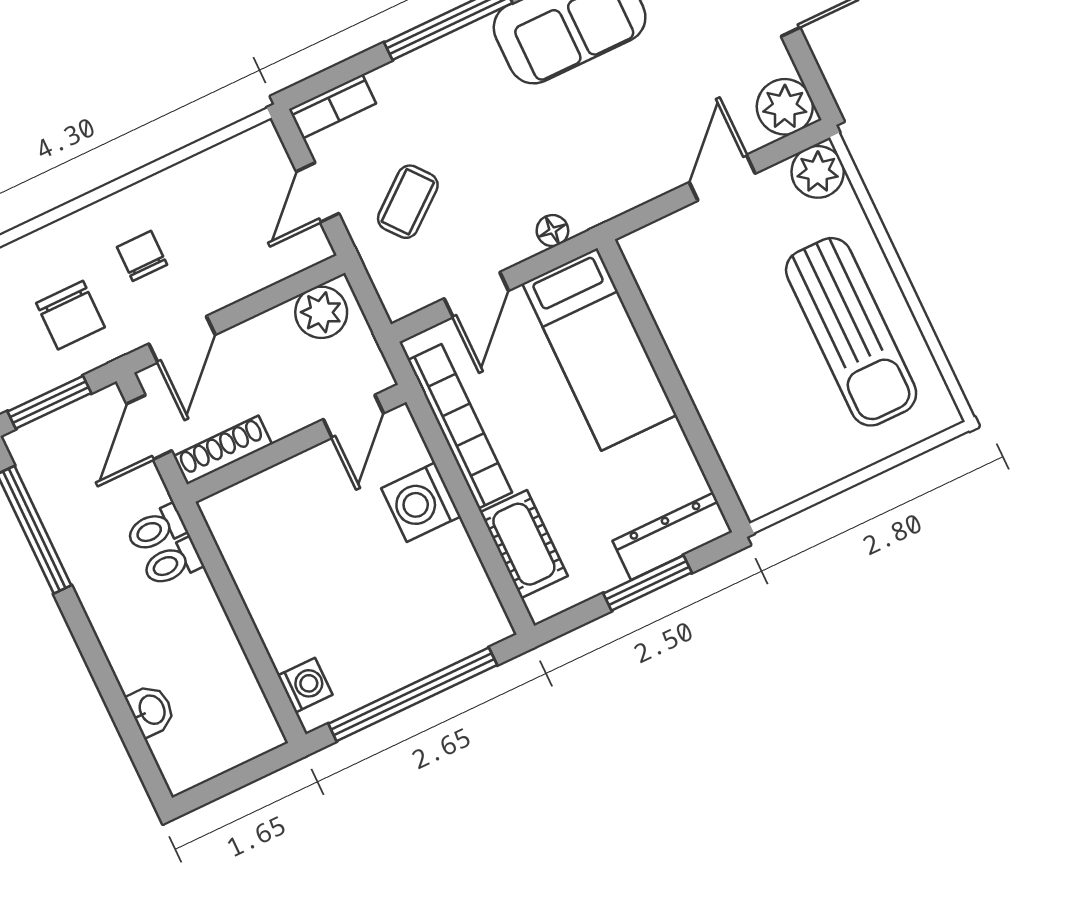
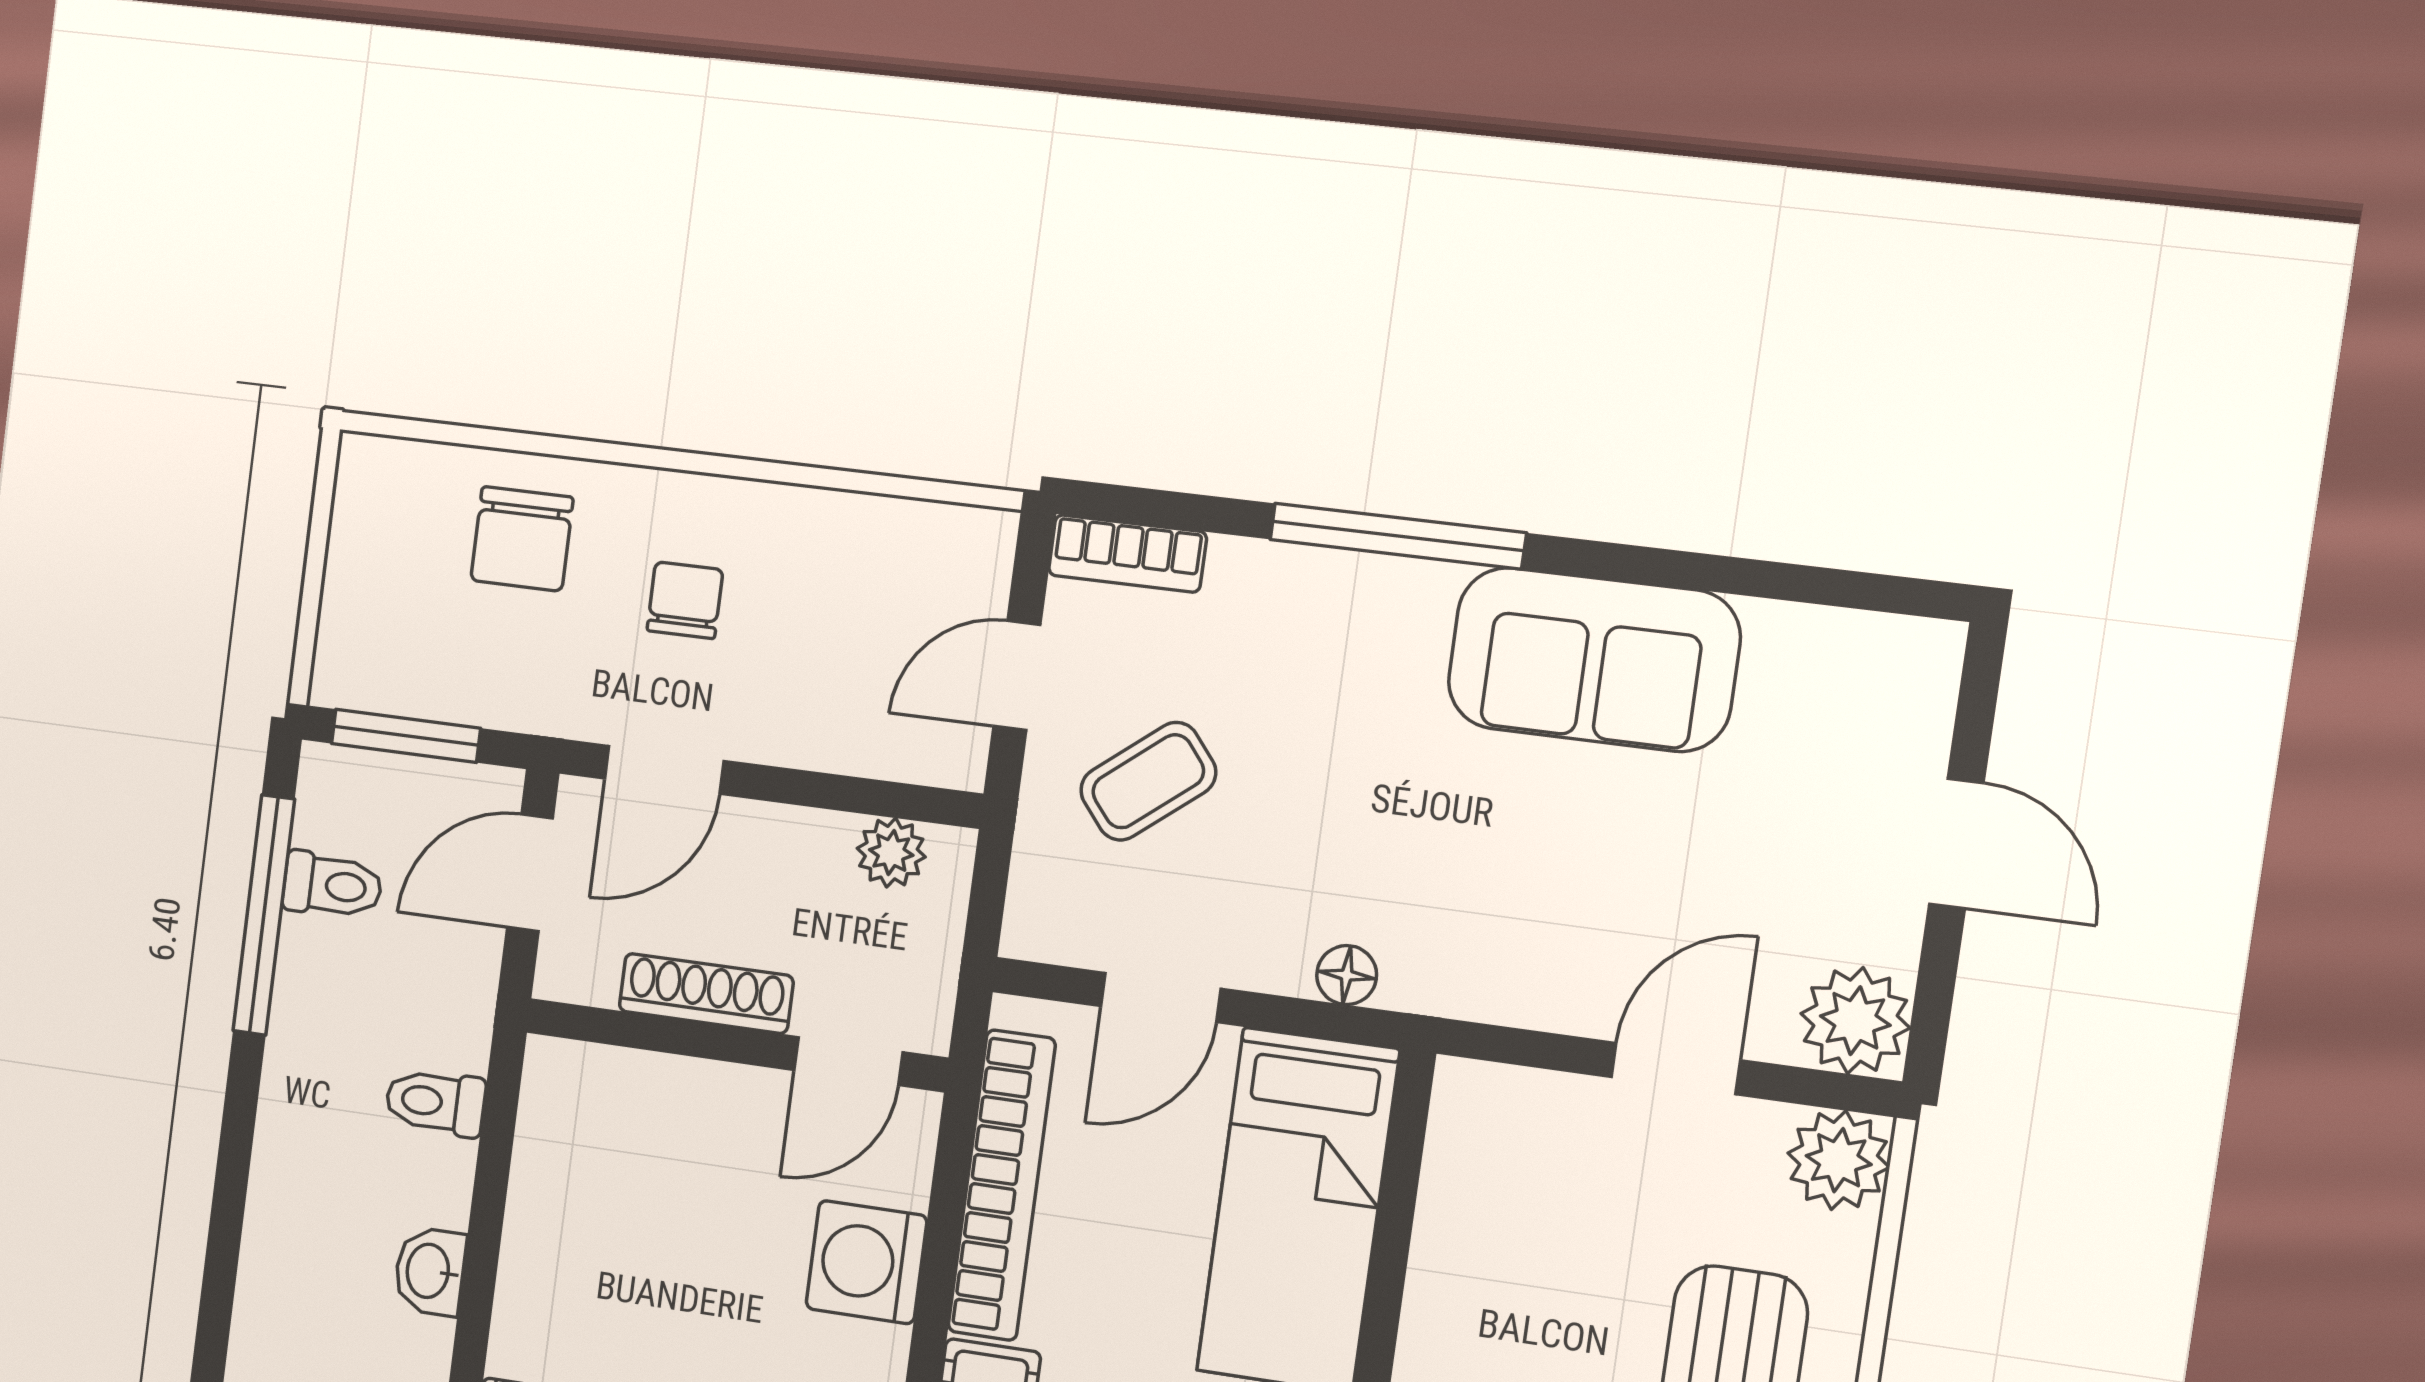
plant: (321, 312) -> (891, 853), width x0.73, depth x0.73
chair: (70, 315) -> (522, 539), moved
shoe rack: (223, 450) -> (706, 993), moved
toilet: (156, 529) -> (332, 885), moved, turned 180
washbasin: (151, 710) -> (430, 1271), moved, turned 180

